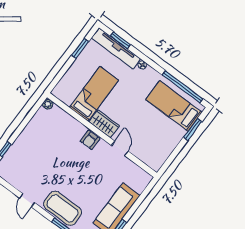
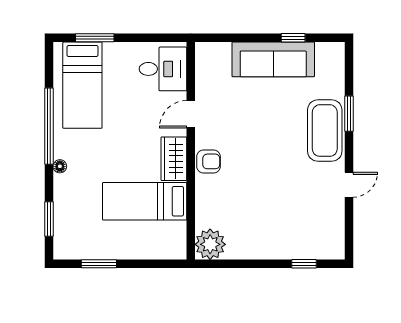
tv unit: (116, 48) -> (64, 217), removed
window: (183, 87) -> (49, 126), moved
plant: (48, 104) -> (210, 244), width x1.88, depth x1.88
desk: (152, 151) -> (163, 69), added

